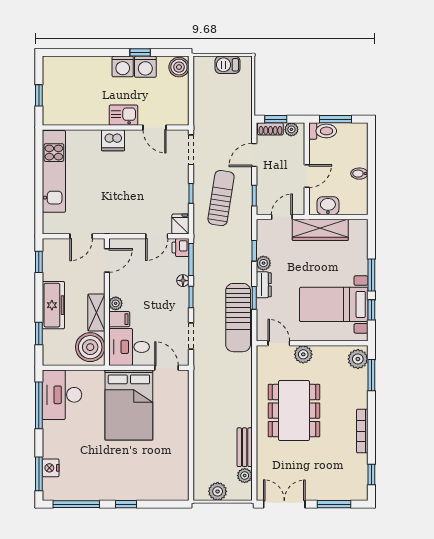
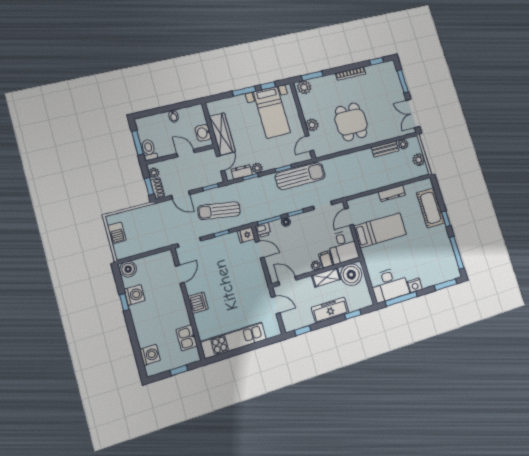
washing machine: (123, 66) -> (150, 355), moved
kitchen sink: (123, 115) -> (187, 338), moved
door: (282, 217) -> (220, 163), swing flipped
dresser: (264, 285) -> (242, 172), moved
bed: (129, 405) -> (380, 230), width x0.67
dining table: (294, 411) -> (351, 122), width x0.73
dresser: (182, 438) -> (392, 193), added
nightstand: (51, 468) -> (415, 285), moved
cot: (147, 487) -> (431, 208), added

